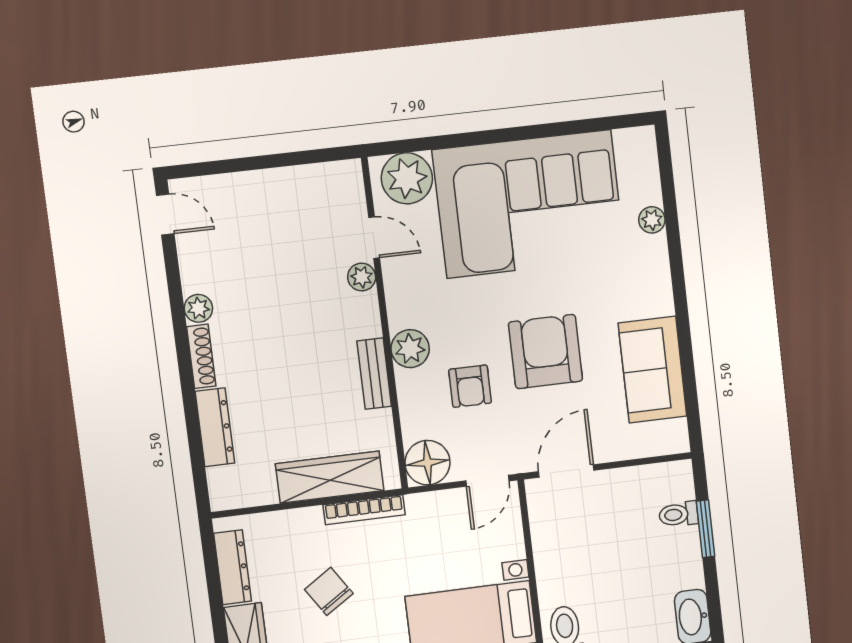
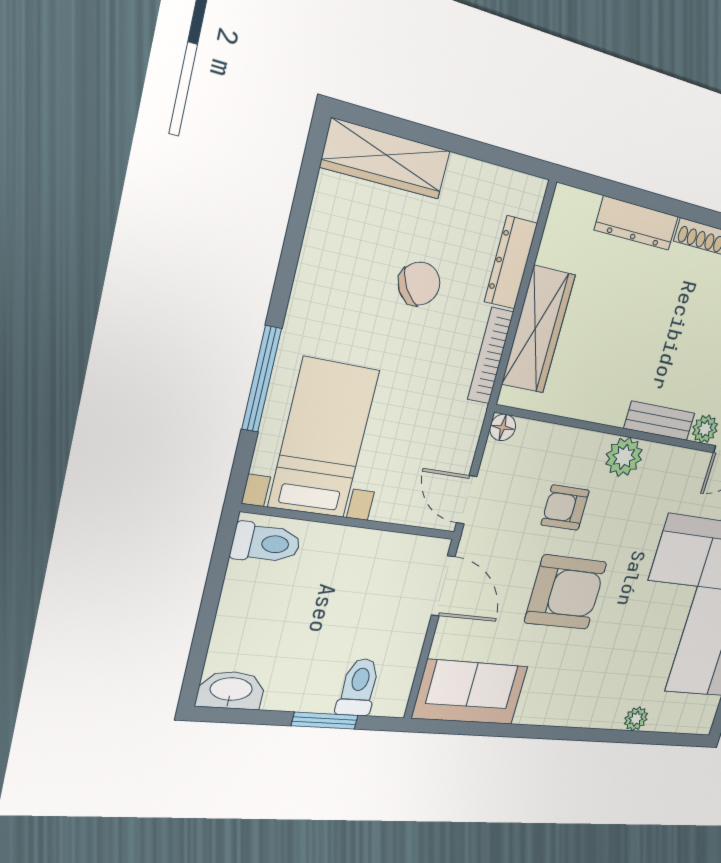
sofa: (653, 370) -> (470, 692), moved
bench: (374, 374) -> (659, 421), moved
floor lamp: (428, 463) -> (503, 427), width x0.53, depth x0.53
toilet: (678, 514) -> (358, 687), width x1.37, depth x1.39
dresser: (233, 567) -> (511, 263), moved, turned 90

